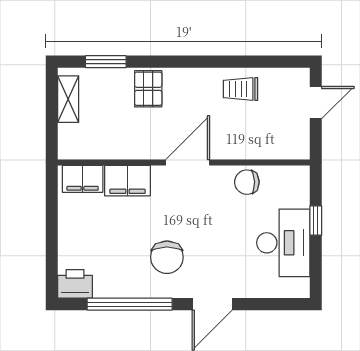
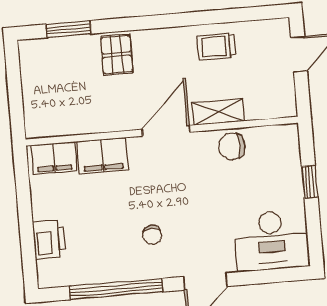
shelving: (68, 99) -> (218, 112), moved, turned 90
desk: (283, 243) -> (271, 241), moved, turned 90
chair: (167, 257) -> (152, 235), width x0.54, depth x0.54
printer: (75, 284) -> (49, 239), moved, turned 90

